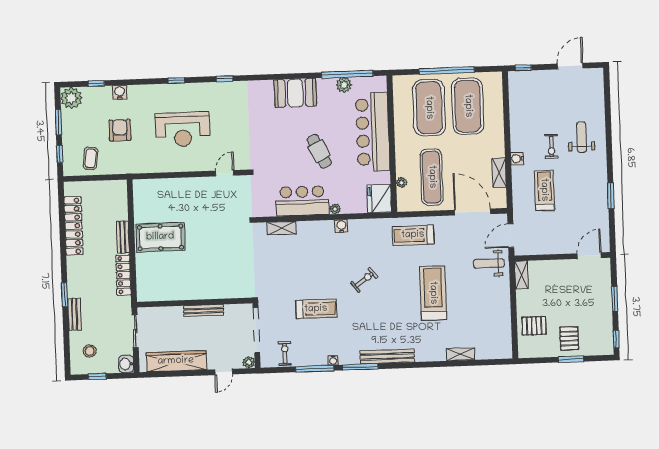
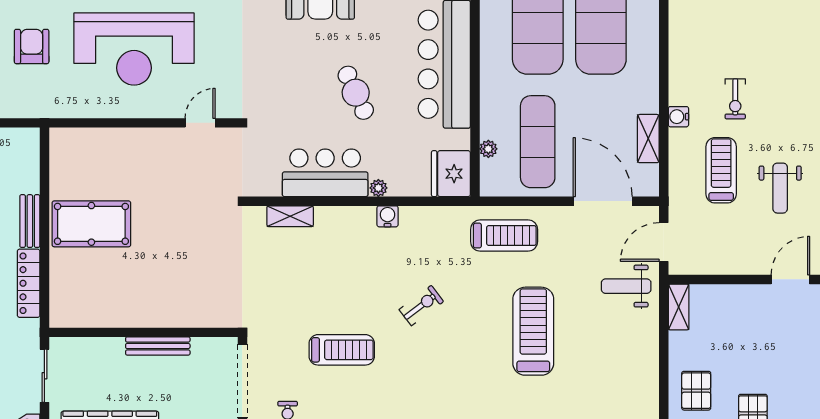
reception desk: (183, 129) -> (134, 49), width x1.36, depth x1.30
weight bench: (582, 137) -> (780, 188), moved, turned 180
treadmill: (413, 235) -> (504, 236), turned 180
pallet: (534, 326) -> (696, 391), turned 90

